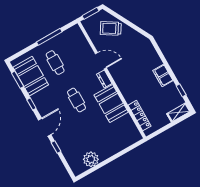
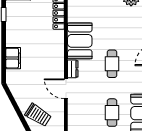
filing cabinet: (163, 76) -> (13, 58), moved

